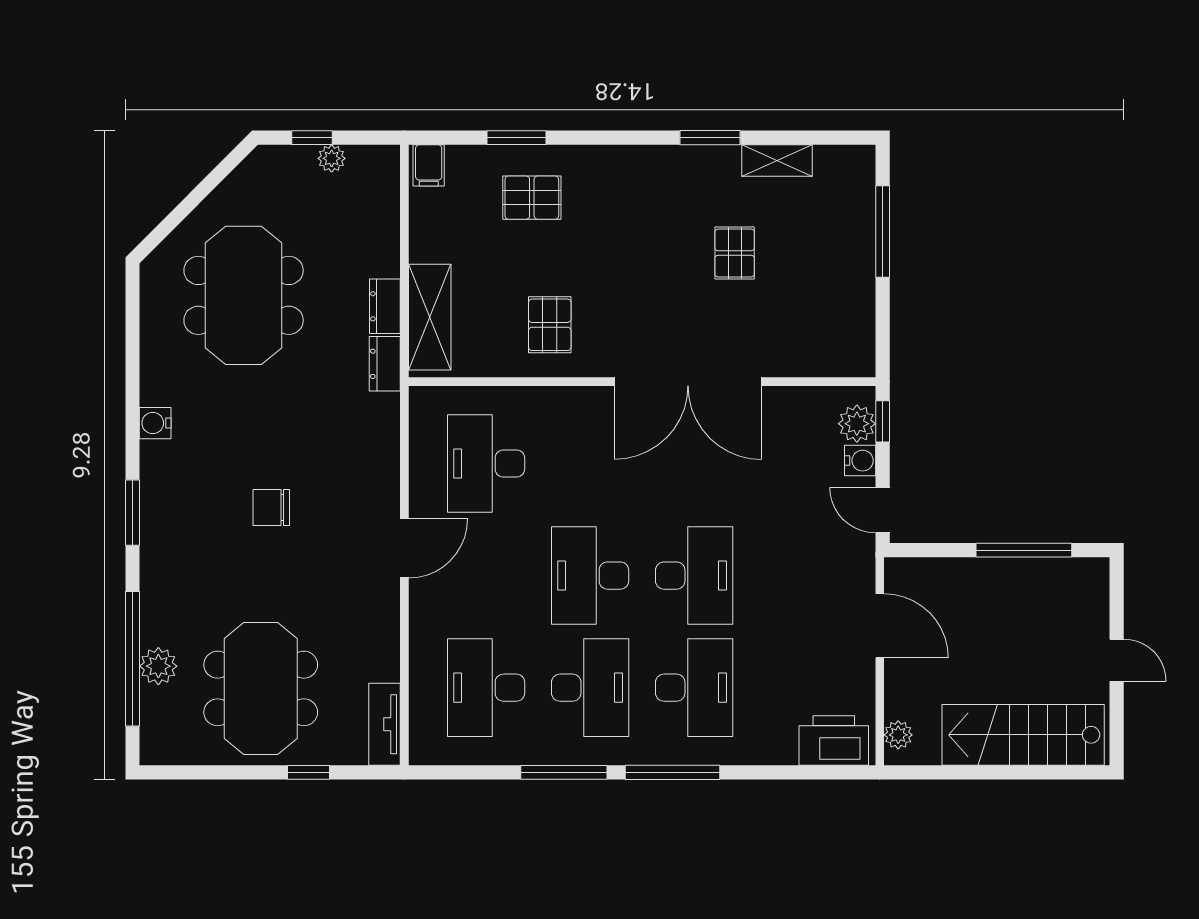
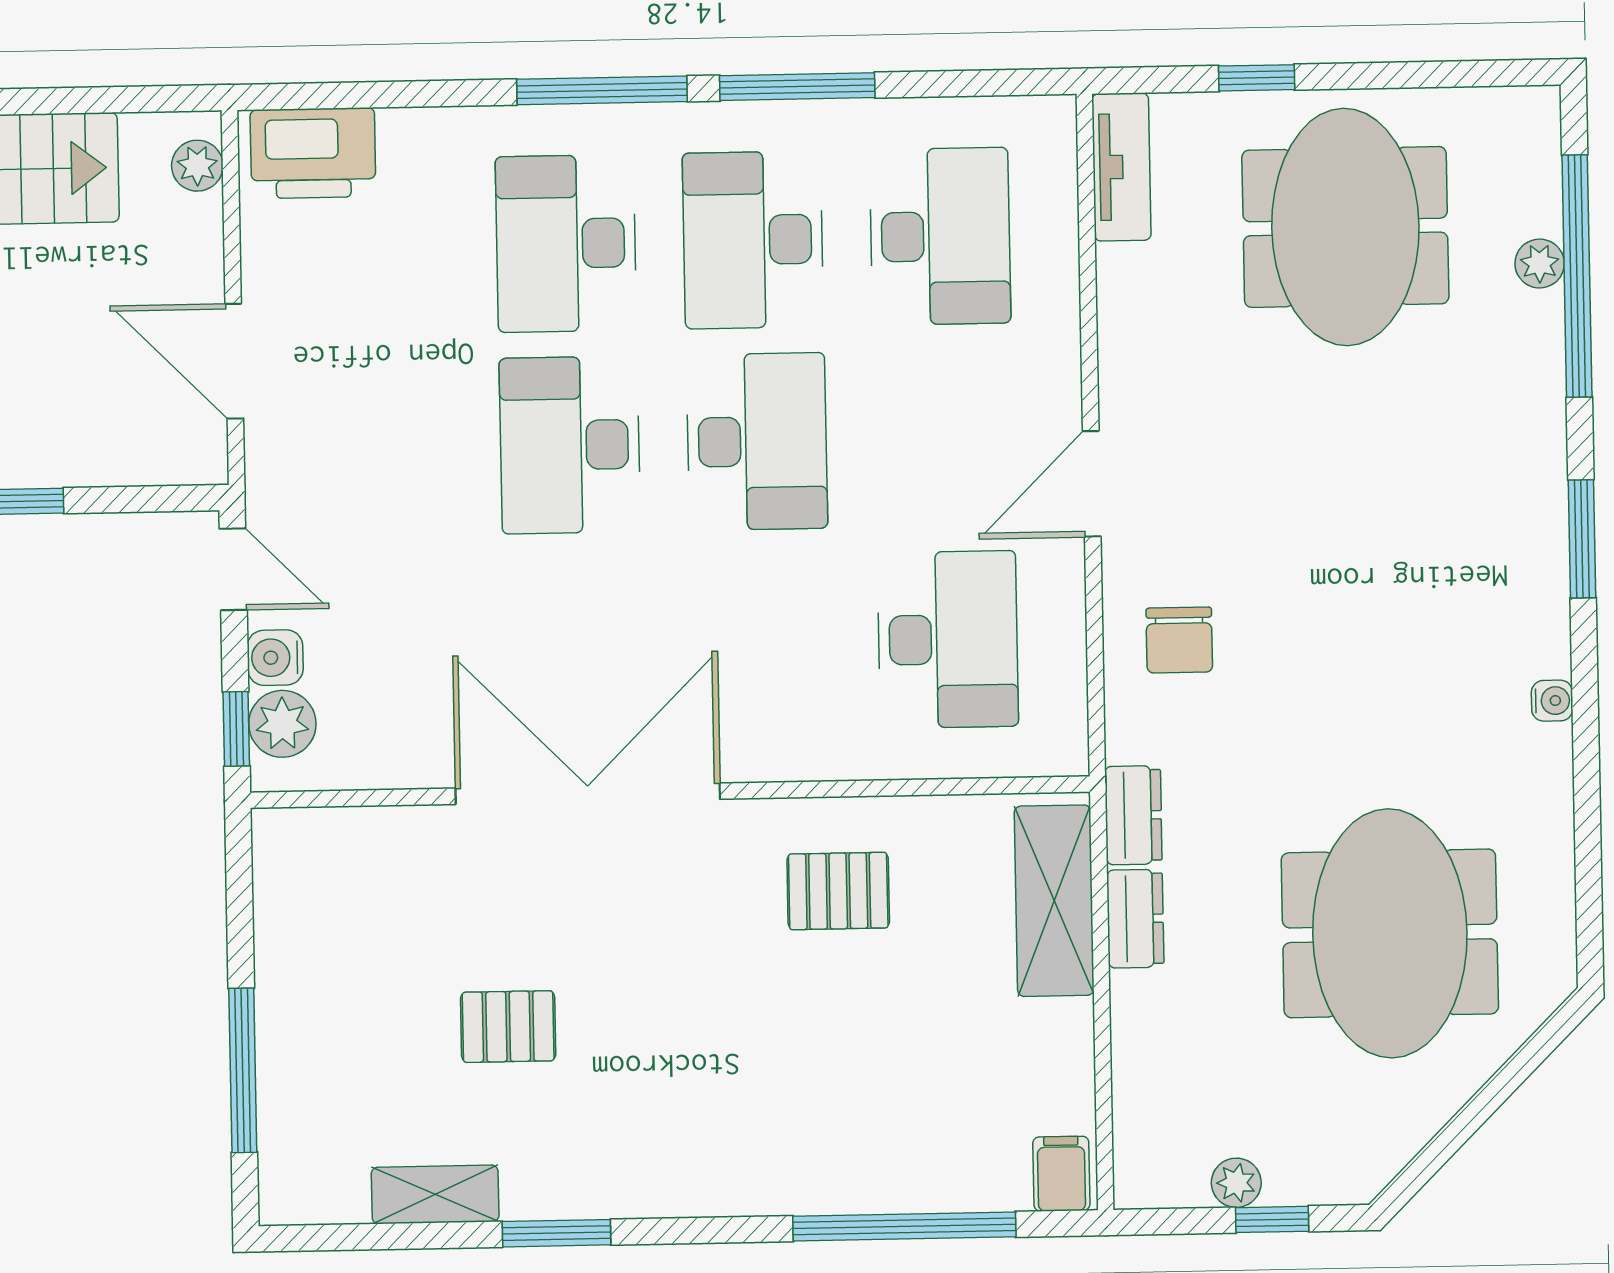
window: (517, 138) -> (904, 1227), width x2.11
pallet: (532, 198) -> (875, 1119), removed
pallet: (735, 253) -> (508, 1027), turned 90
pallet: (550, 325) -> (838, 891), turned 90
water cooler: (155, 423) -> (1552, 701), width x0.72, depth x0.72
chair: (271, 507) -> (1179, 640), moved, turned 90
plant: (158, 666) -> (1540, 264), width x0.73, depth x0.73

